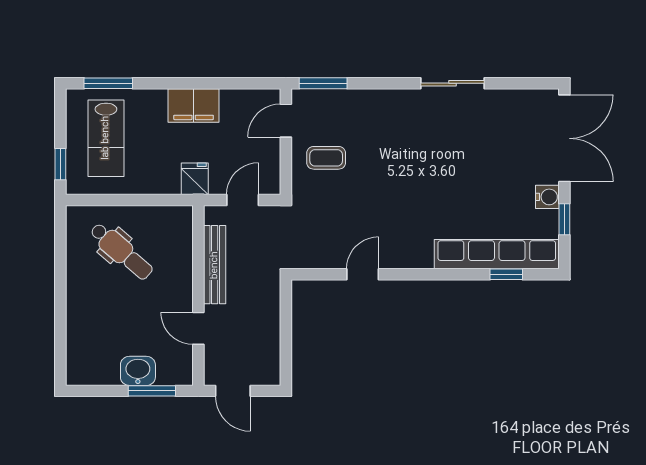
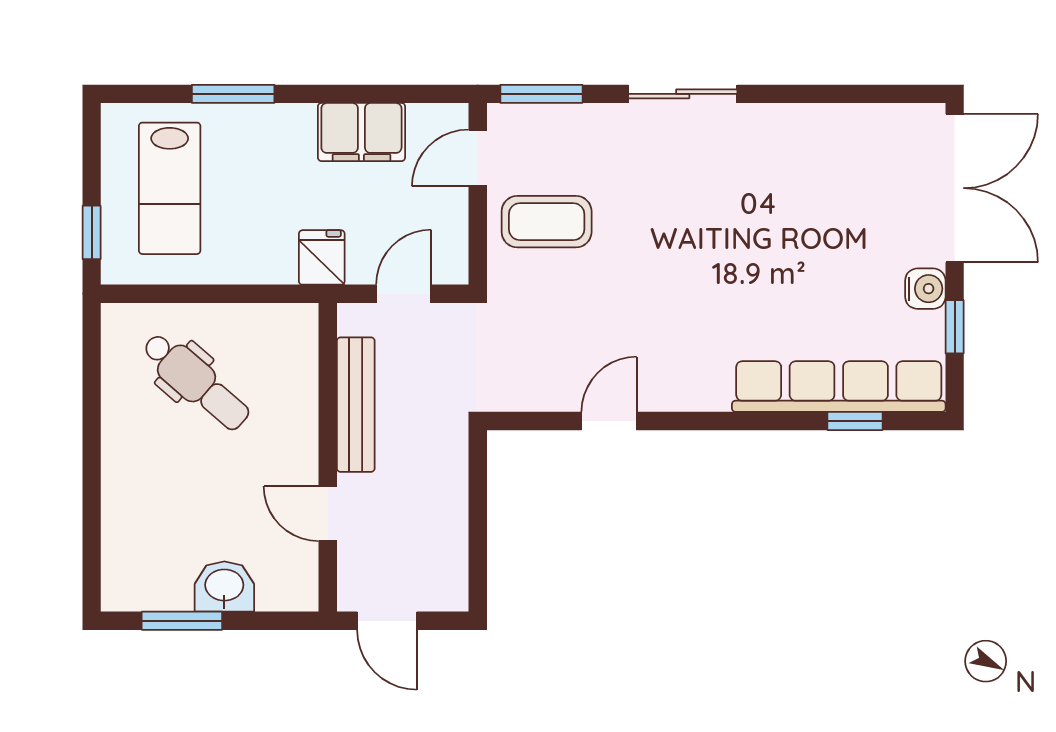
window: (108, 83) -> (233, 94), moved
sliding door: (453, 83) -> (683, 94), moved
filing cabinet: (194, 106) -> (361, 132), moved
coffee table: (326, 158) -> (547, 222), width x1.36, depth x1.30
window: (152, 391) -> (182, 621), moved

